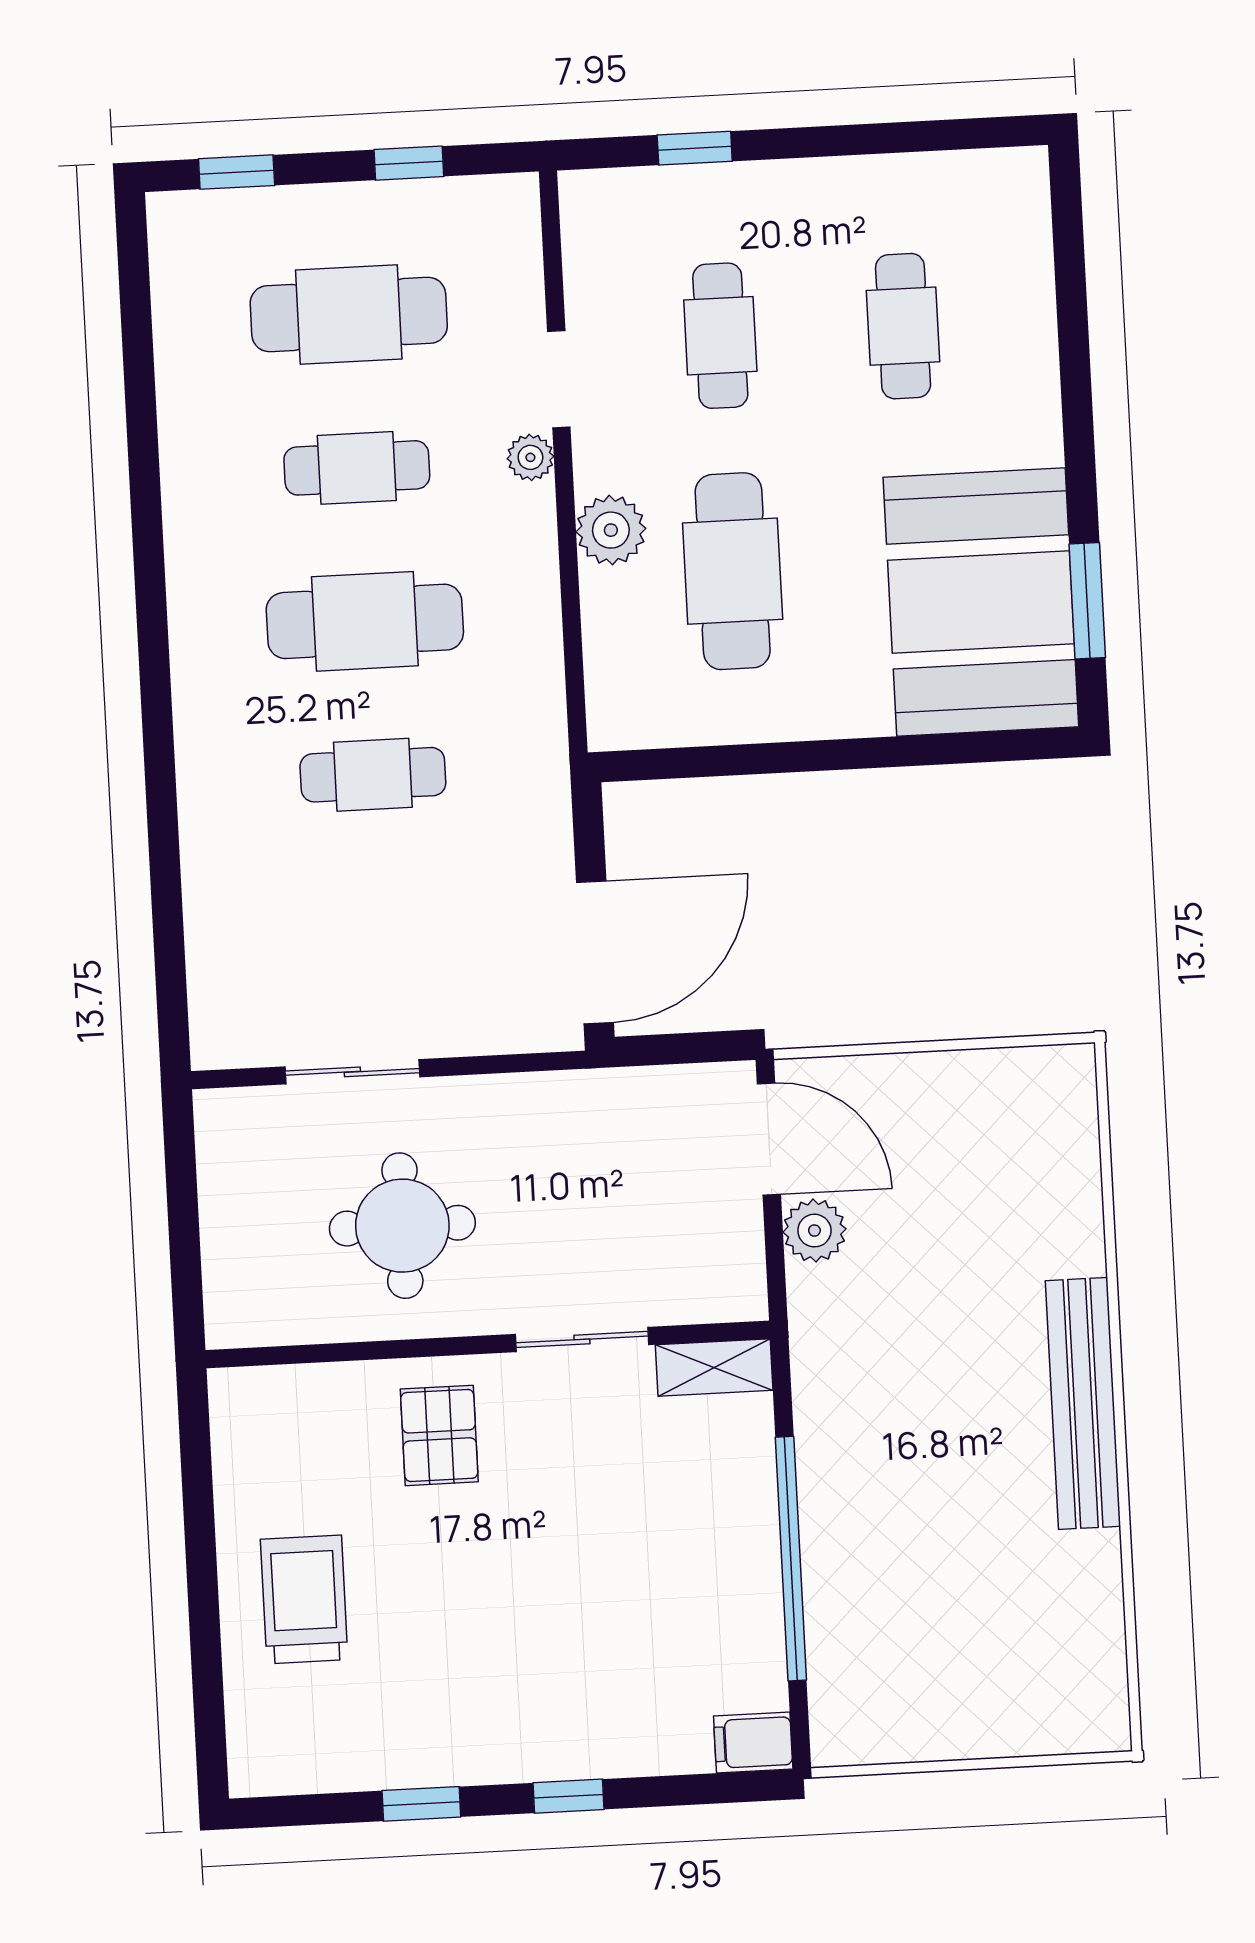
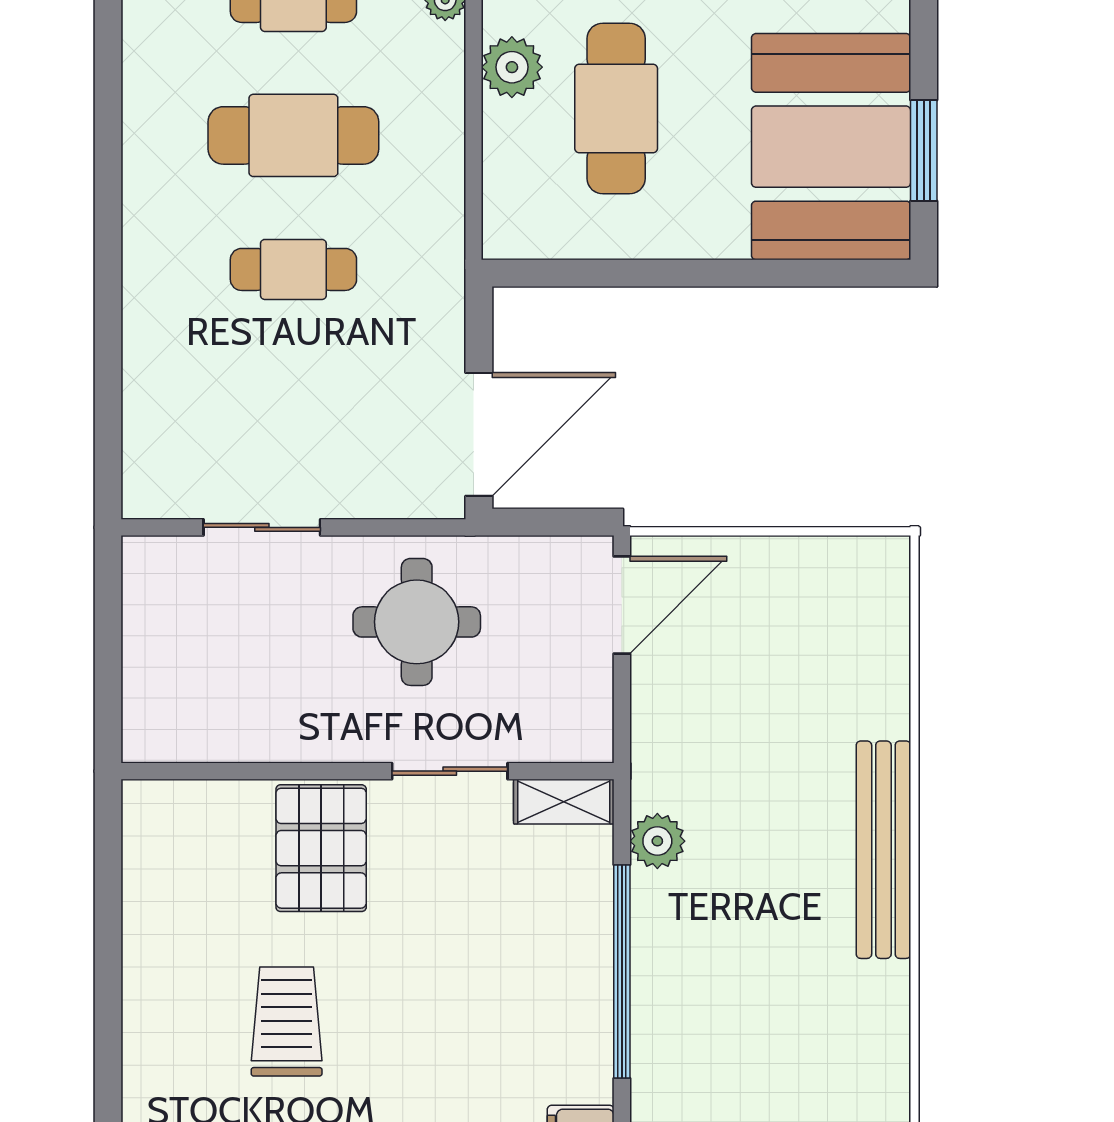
door: (769, 1139) -> (622, 605), hinge flipped
round table: (402, 1226) -> (417, 622), moved
plant: (814, 1231) -> (657, 841), moved
pallet: (439, 1435) -> (321, 848), width x1.50, depth x1.42
trolley: (304, 1599) -> (287, 1022), moved

